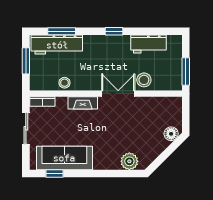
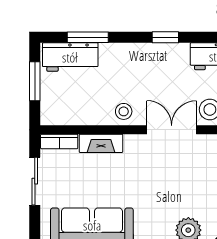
workbench: (57, 45) -> (70, 57), width x0.73
stool: (64, 83) -> (124, 111), moved
fireplace: (83, 103) -> (101, 143), moved

